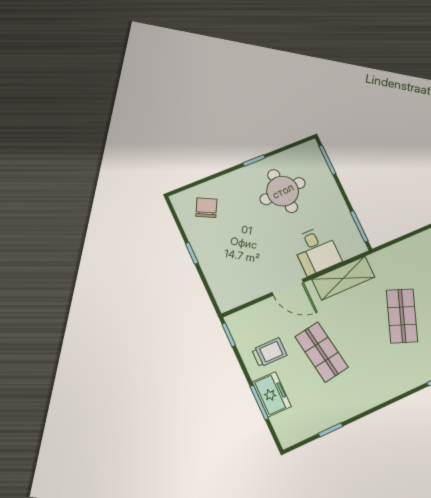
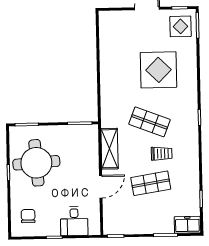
round table: (283, 191) -> (36, 163), width x1.36, depth x1.36
chair: (206, 208) -> (28, 216), turned 63
desk: (316, 250) -> (74, 221), moved, turned 90
trolley: (269, 352) -> (162, 154), moved, turned 90
freezer: (272, 394) -> (187, 225), moved

